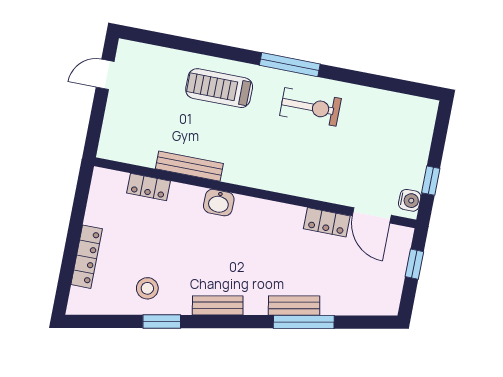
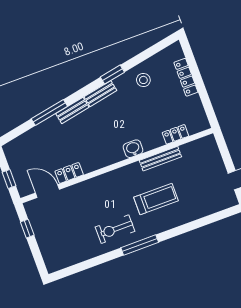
treadmill: (219, 88) -> (156, 199), moved
water cooler: (410, 200) -> (32, 211), removed
bench: (294, 306) -> (72, 110), moved
window: (162, 321) -> (112, 75), moved

